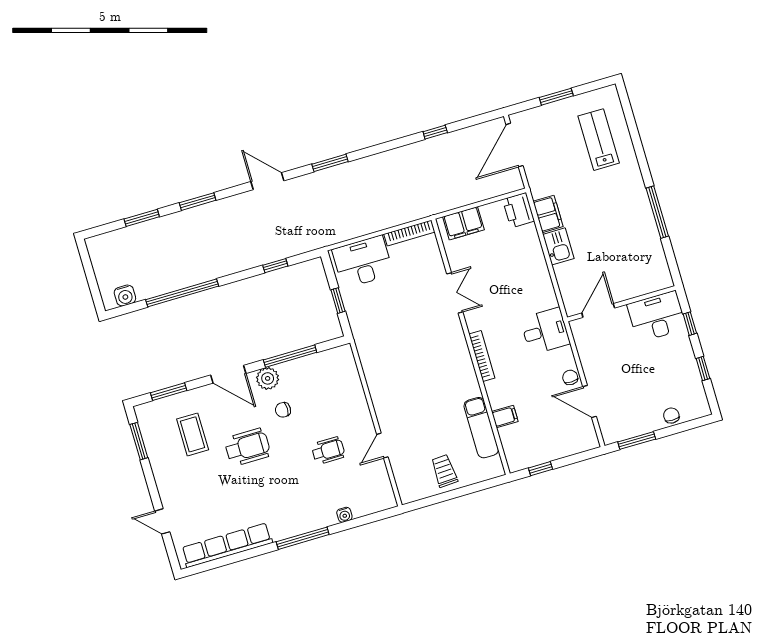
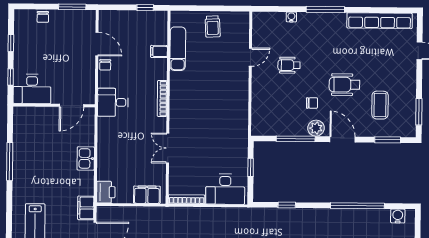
filing cabinet: (548, 214) -> (86, 208), moved

